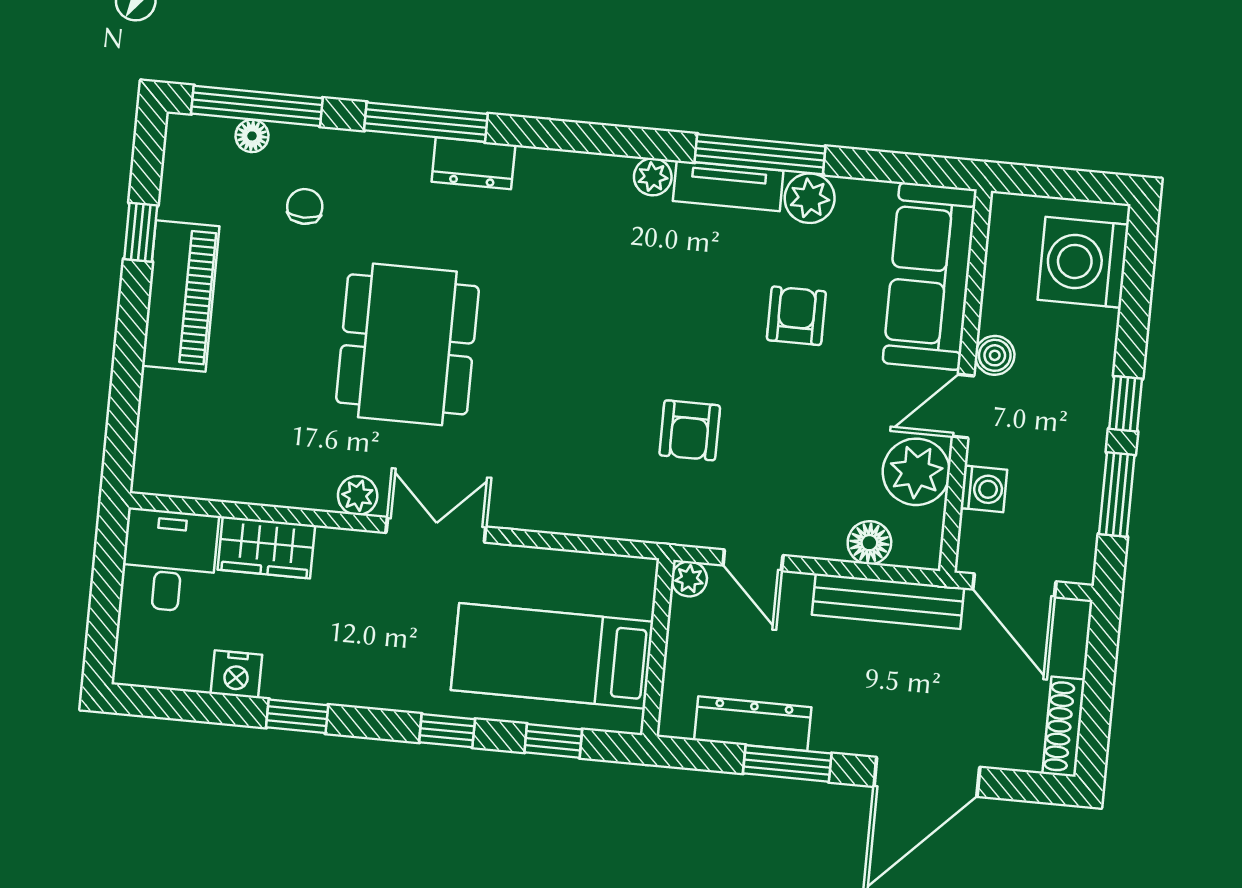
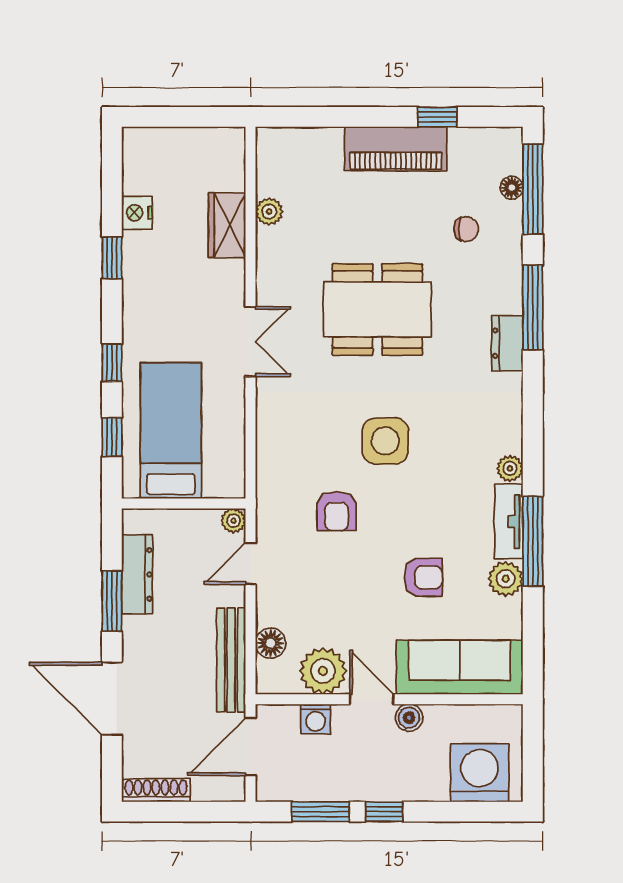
side table: (596, 351) -> (385, 441), added
armchair: (690, 430) -> (337, 511), turned -90
plant: (358, 496) -> (269, 212), moved
desk: (169, 561) -> (211, 158), removed

